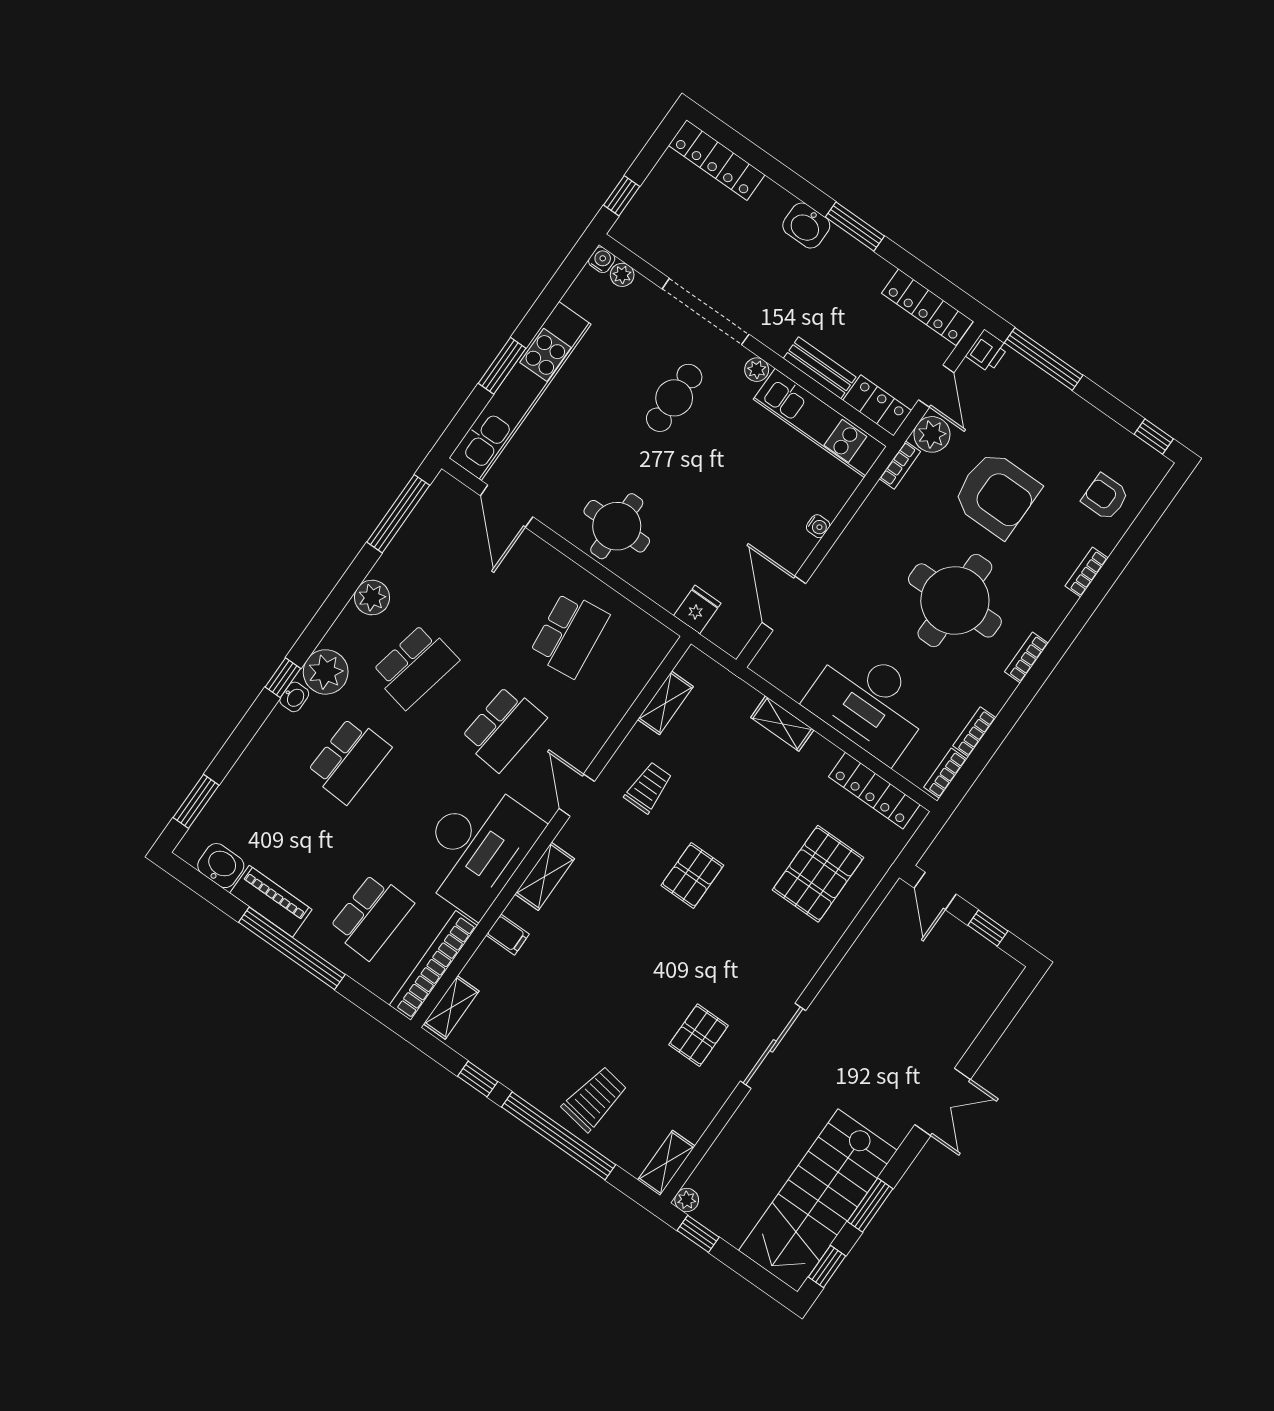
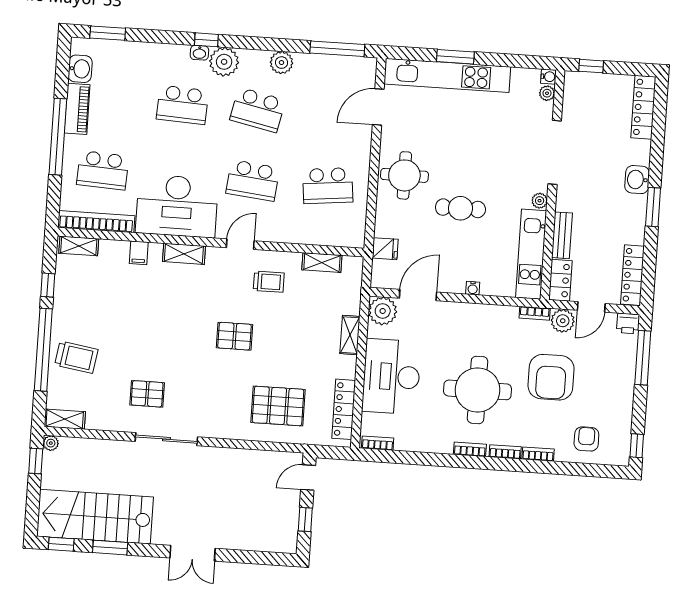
cafe table: (674, 398) -> (460, 208), moved
plant: (777, 662) -> (383, 311), added
bookcase: (974, 732) -> (505, 452), moved

